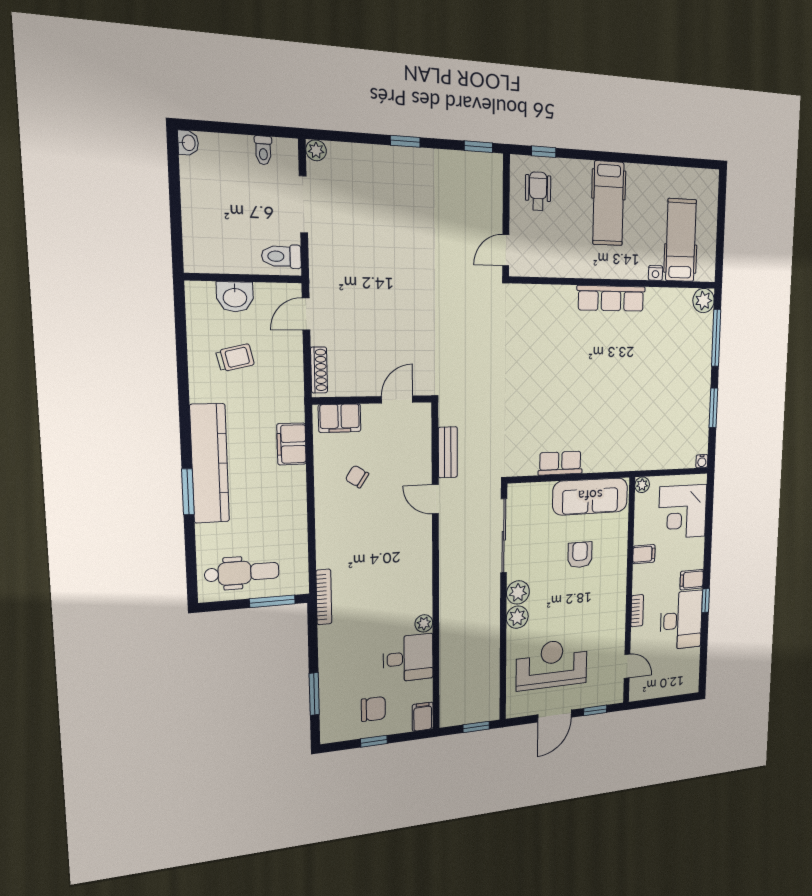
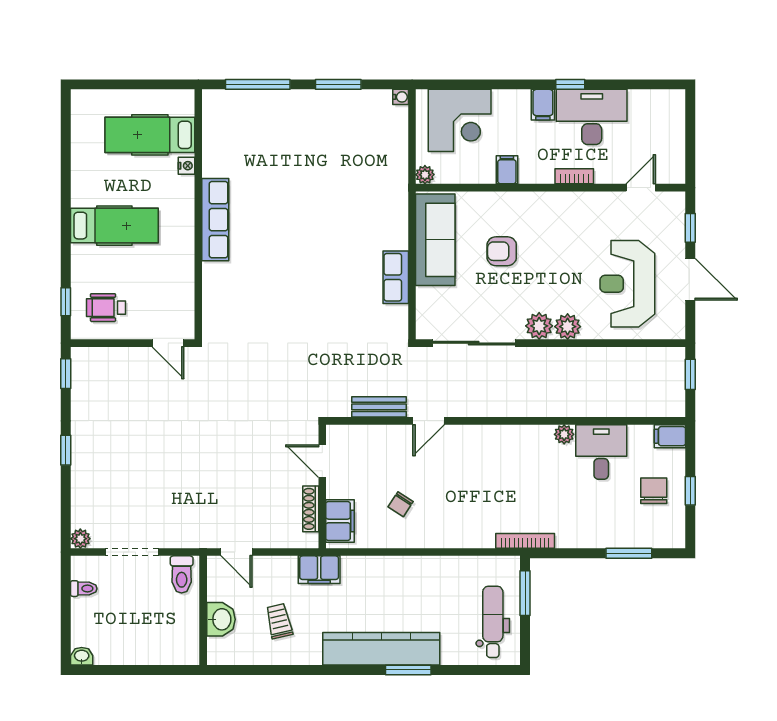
plant: (704, 301) -> (216, 103), removed
shoe rack: (319, 370) -> (311, 509), moved, turned -90
filing cabinet: (292, 444) -> (319, 570), moved

